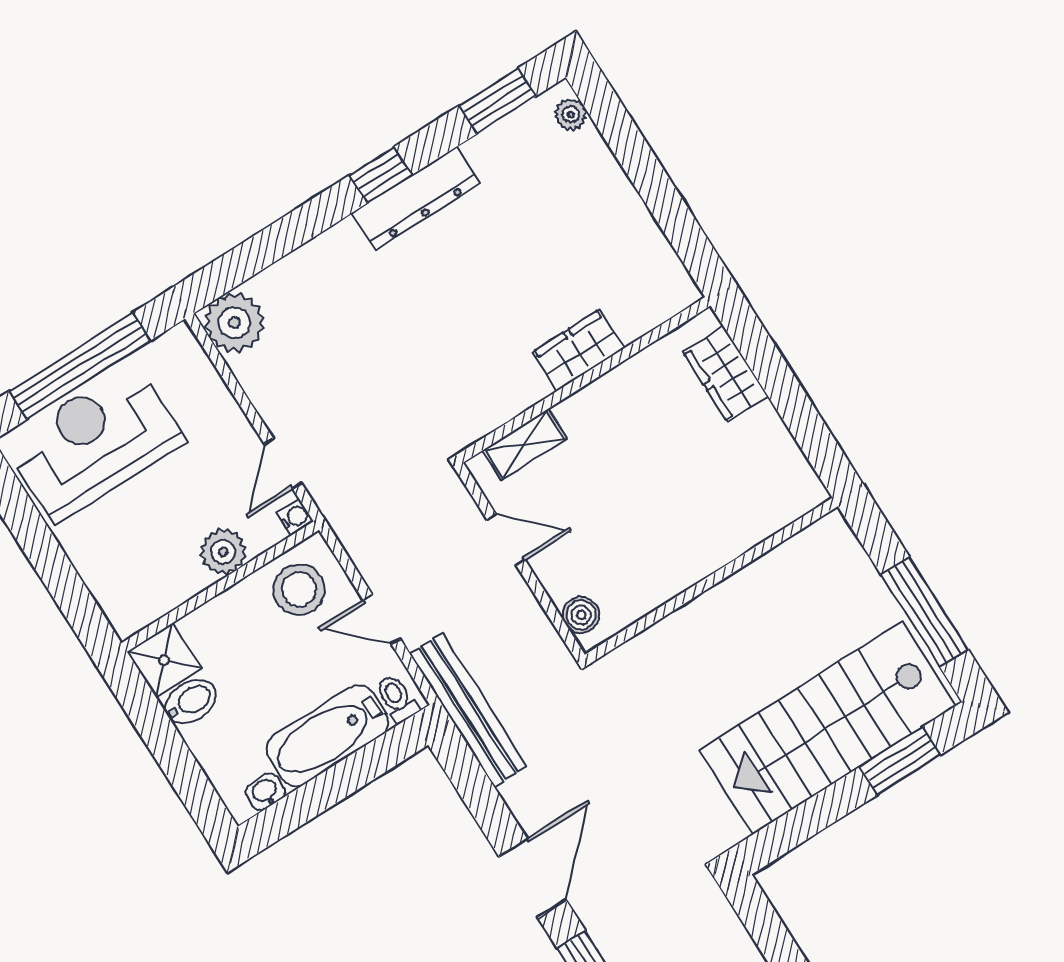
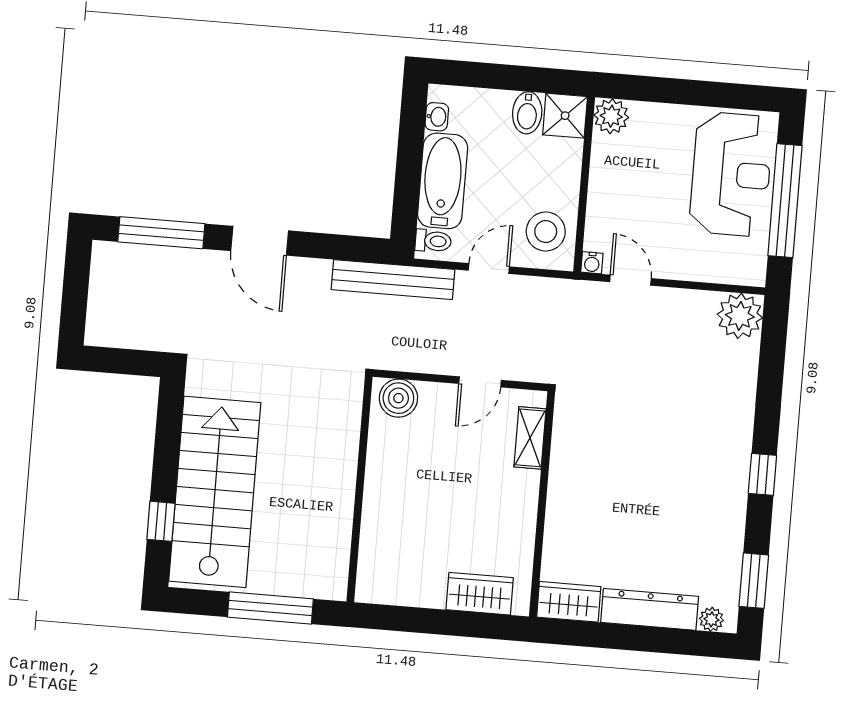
dresser: (416, 198) -> (650, 609), moved, turned 90
wardrobe: (578, 350) -> (569, 602), moved, turned -90
plant: (223, 552) -> (611, 116), moved
window: (925, 612) -> (270, 608), moved
boiler: (581, 615) -> (398, 398), width x1.36, depth x1.36
window: (900, 761) -> (161, 521), width x0.67

